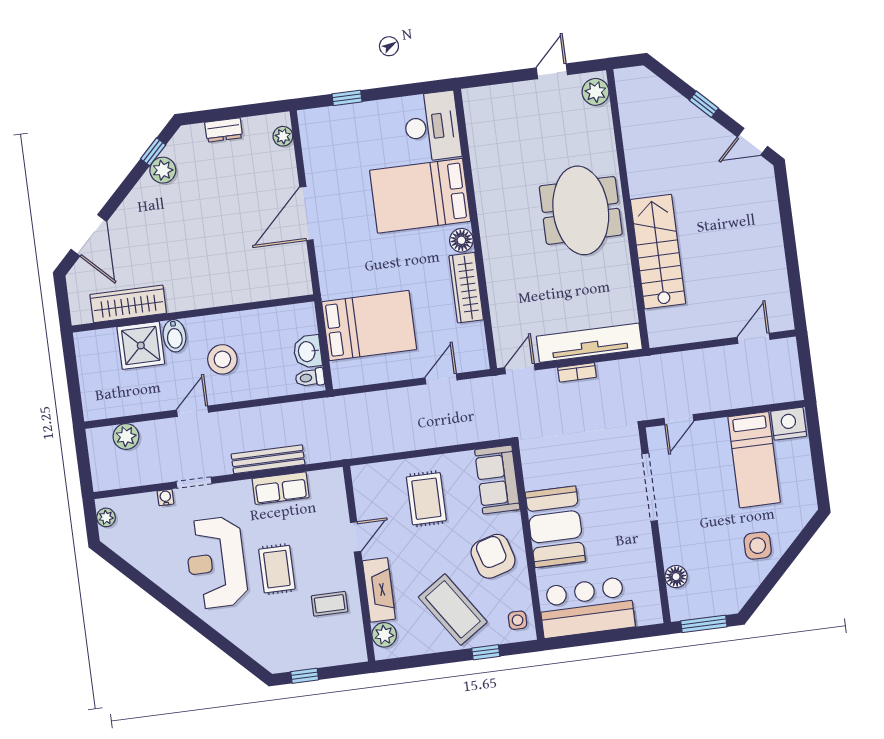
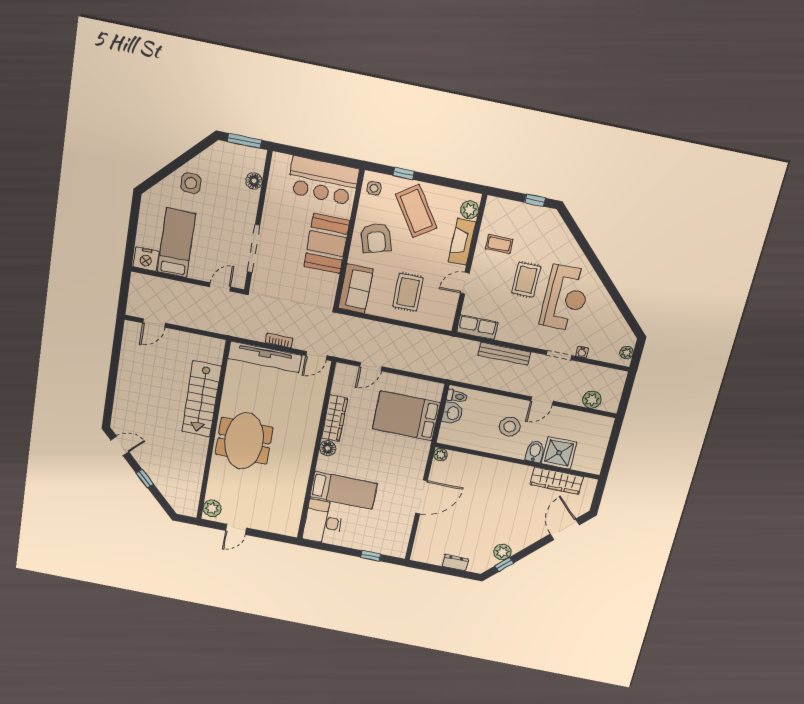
plant: (283, 136) -> (440, 455), moved
bed: (420, 196) -> (344, 490), width x0.67
row of seats: (281, 488) -> (477, 327), moved

